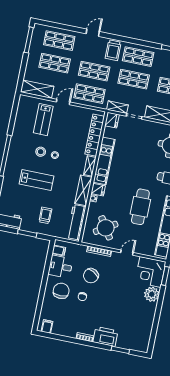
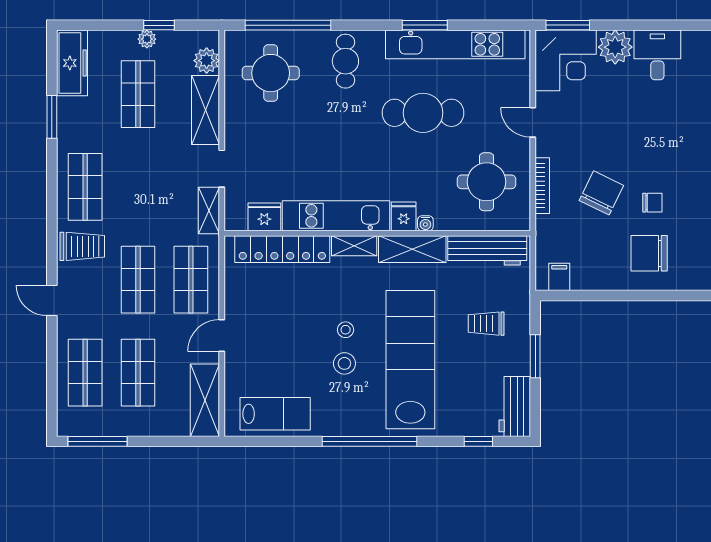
shop shelf: (134, 79) -> (138, 187), removed
door: (63, 102) -> (222, 336), hinge flipped
lab bench: (43, 120) -> (275, 414), moved
fridge: (112, 120) -> (264, 217), moved
lab bench: (37, 180) -> (410, 360), width x1.86, depth x1.39
round table: (106, 228) -> (487, 182), turned 32
desk: (61, 267) -> (657, 55), moved, turned 180
chair: (91, 276) -> (601, 193), turned -93

